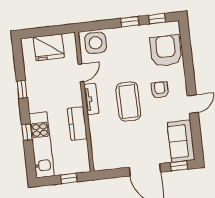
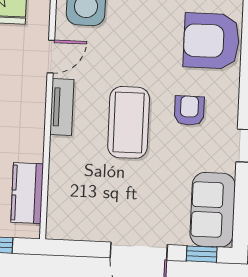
armchair: (166, 51) -> (211, 41), turned -90
kitchen counter: (77, 124) -> (27, 193), moved

